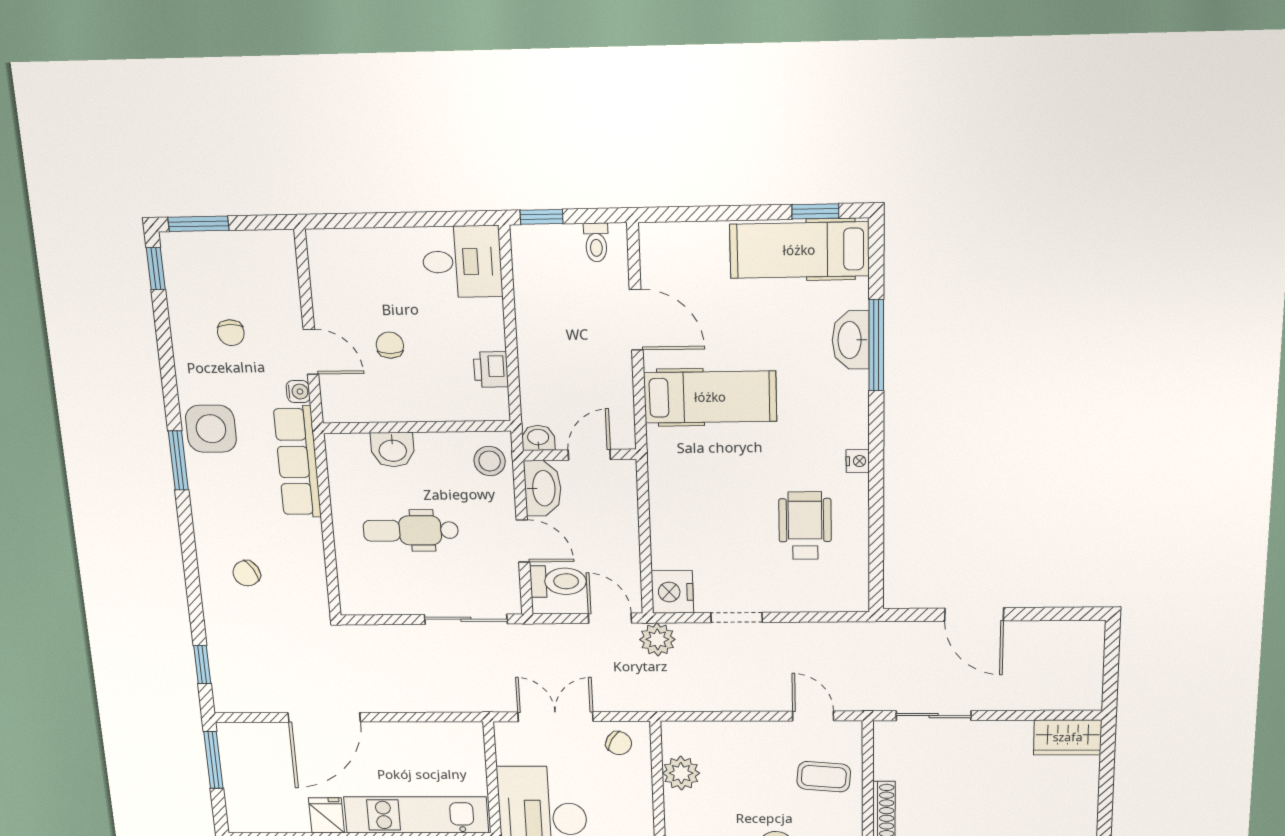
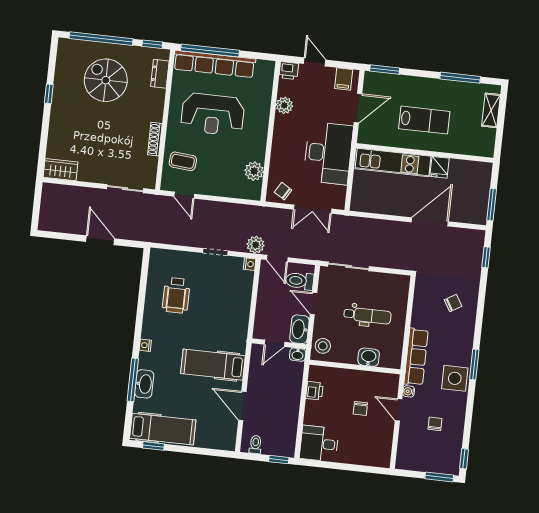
nightstand: (858, 461) -> (145, 345), moved
nightstand: (672, 592) -> (250, 264), width x0.53, depth x0.56

